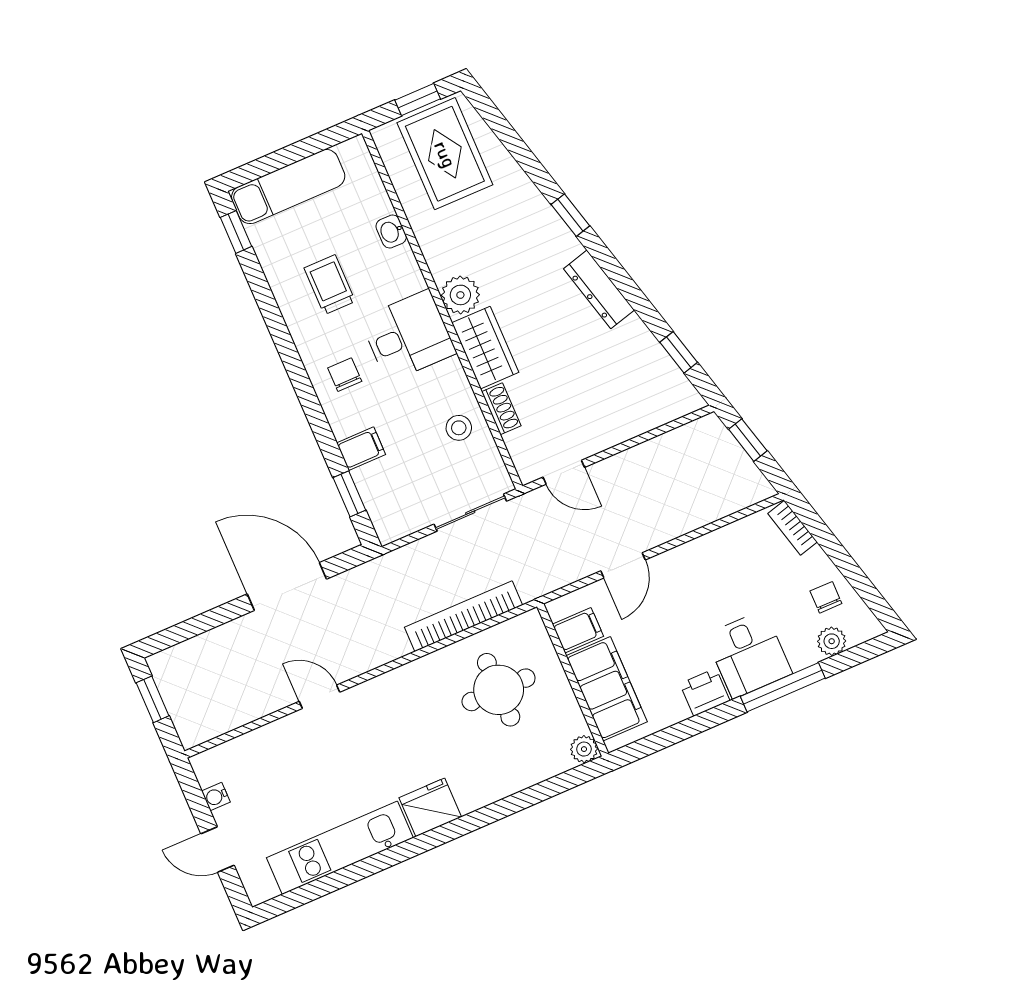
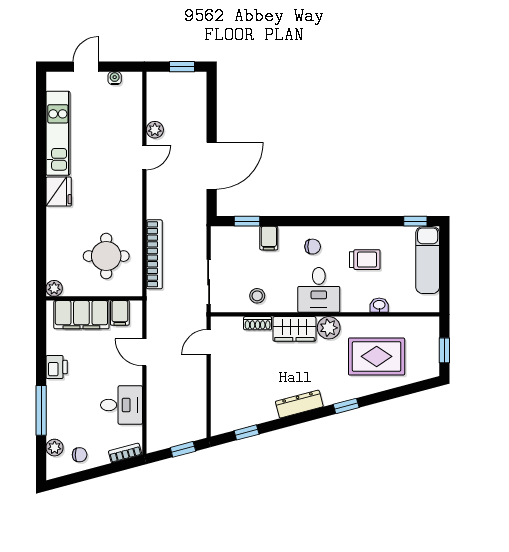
rug: (445, 154) -> (377, 356), moved
desk: (749, 654) -> (122, 405), moved, turned 180
plant: (269, 699) -> (155, 130), added

